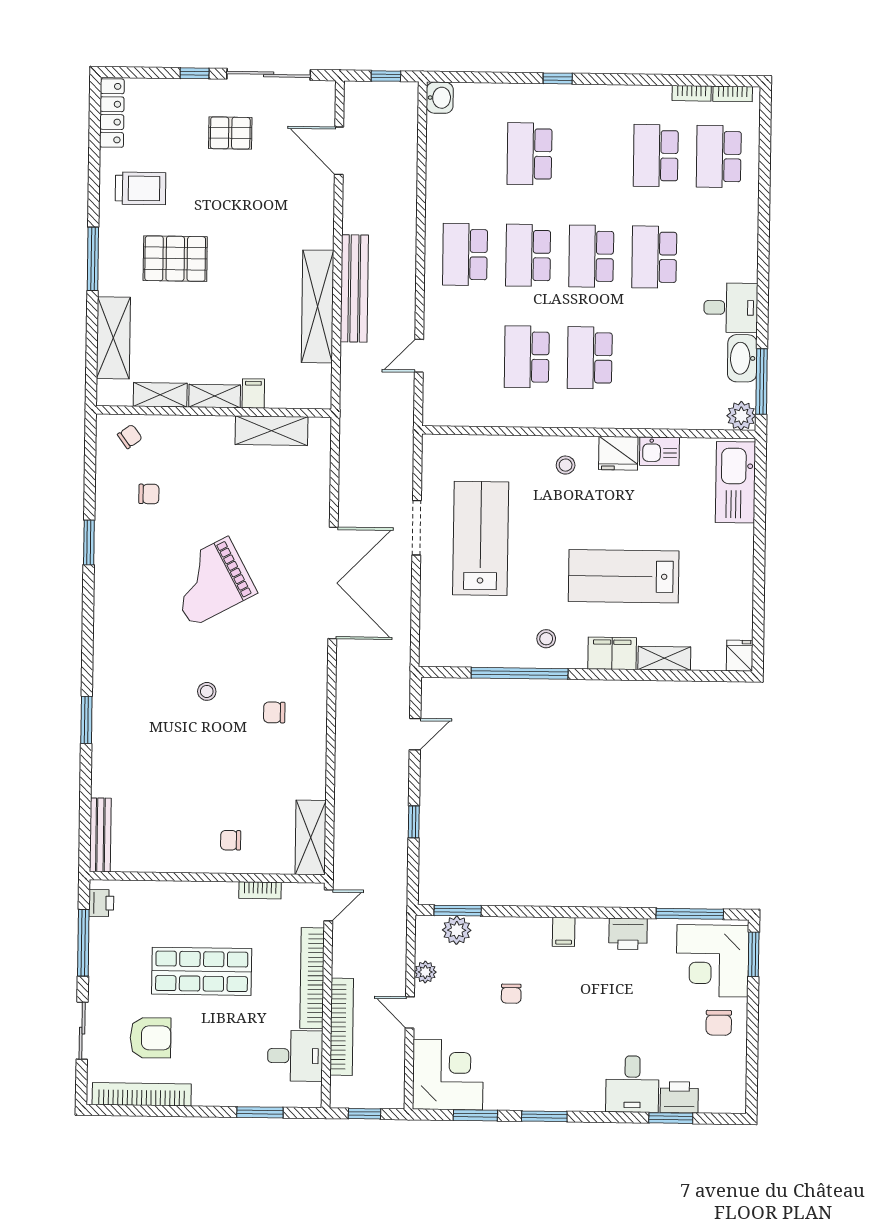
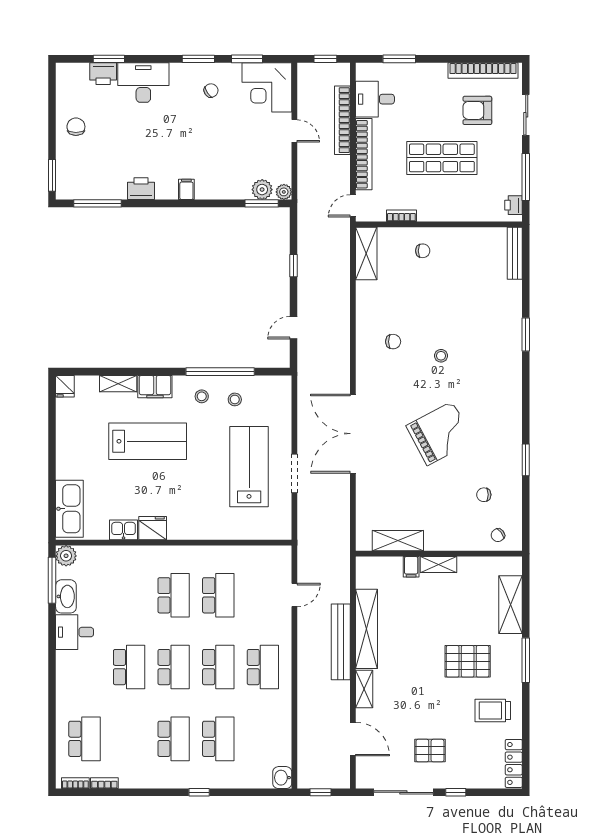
school desk: (656, 156) -> (174, 739), moved
shelving: (160, 395) -> (364, 689), moved, turned 90
stool: (566, 465) -> (235, 399), moved
lab bench: (481, 538) -> (249, 467), turned 180
corner desk: (712, 961) -> (81, 170), removed
plant: (425, 972) -> (284, 192), moved
chair: (511, 994) -> (211, 91), moved, turned 56
desk: (632, 1084) -> (143, 83), width x1.37

